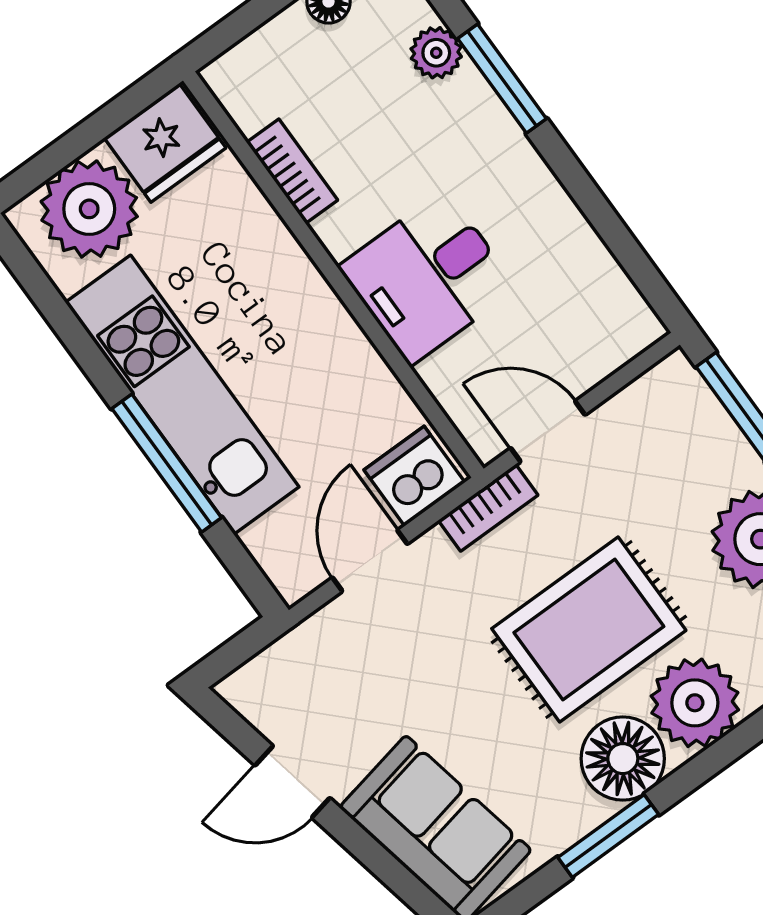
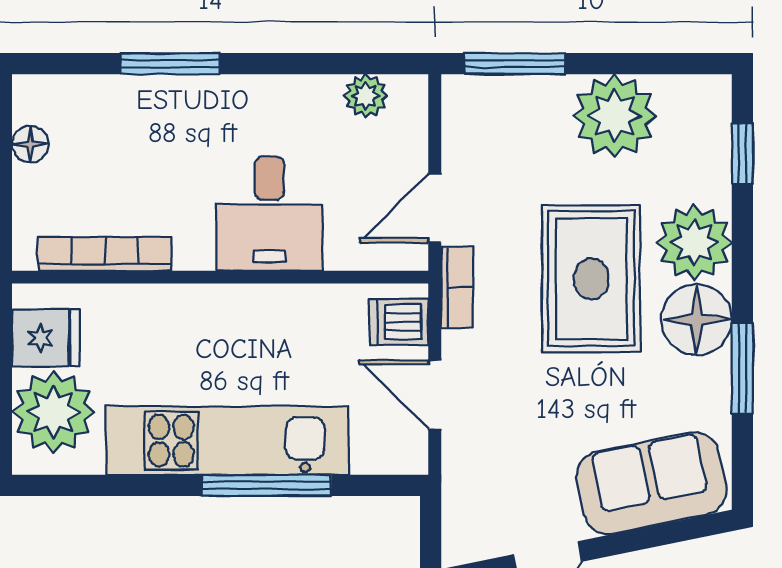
plant: (436, 53) -> (366, 96), moved
fridge: (165, 143) -> (46, 338), width x0.72
bookcase: (292, 171) -> (105, 254), width x1.56
dishwasher: (414, 476) -> (399, 322), width x0.73

